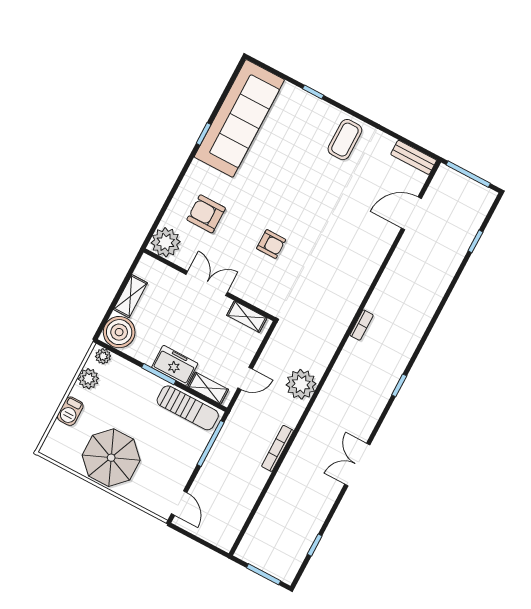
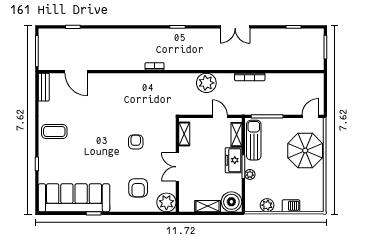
plant: (103, 356) -> (250, 174), moved
parasol: (111, 458) -> (305, 151), moved

